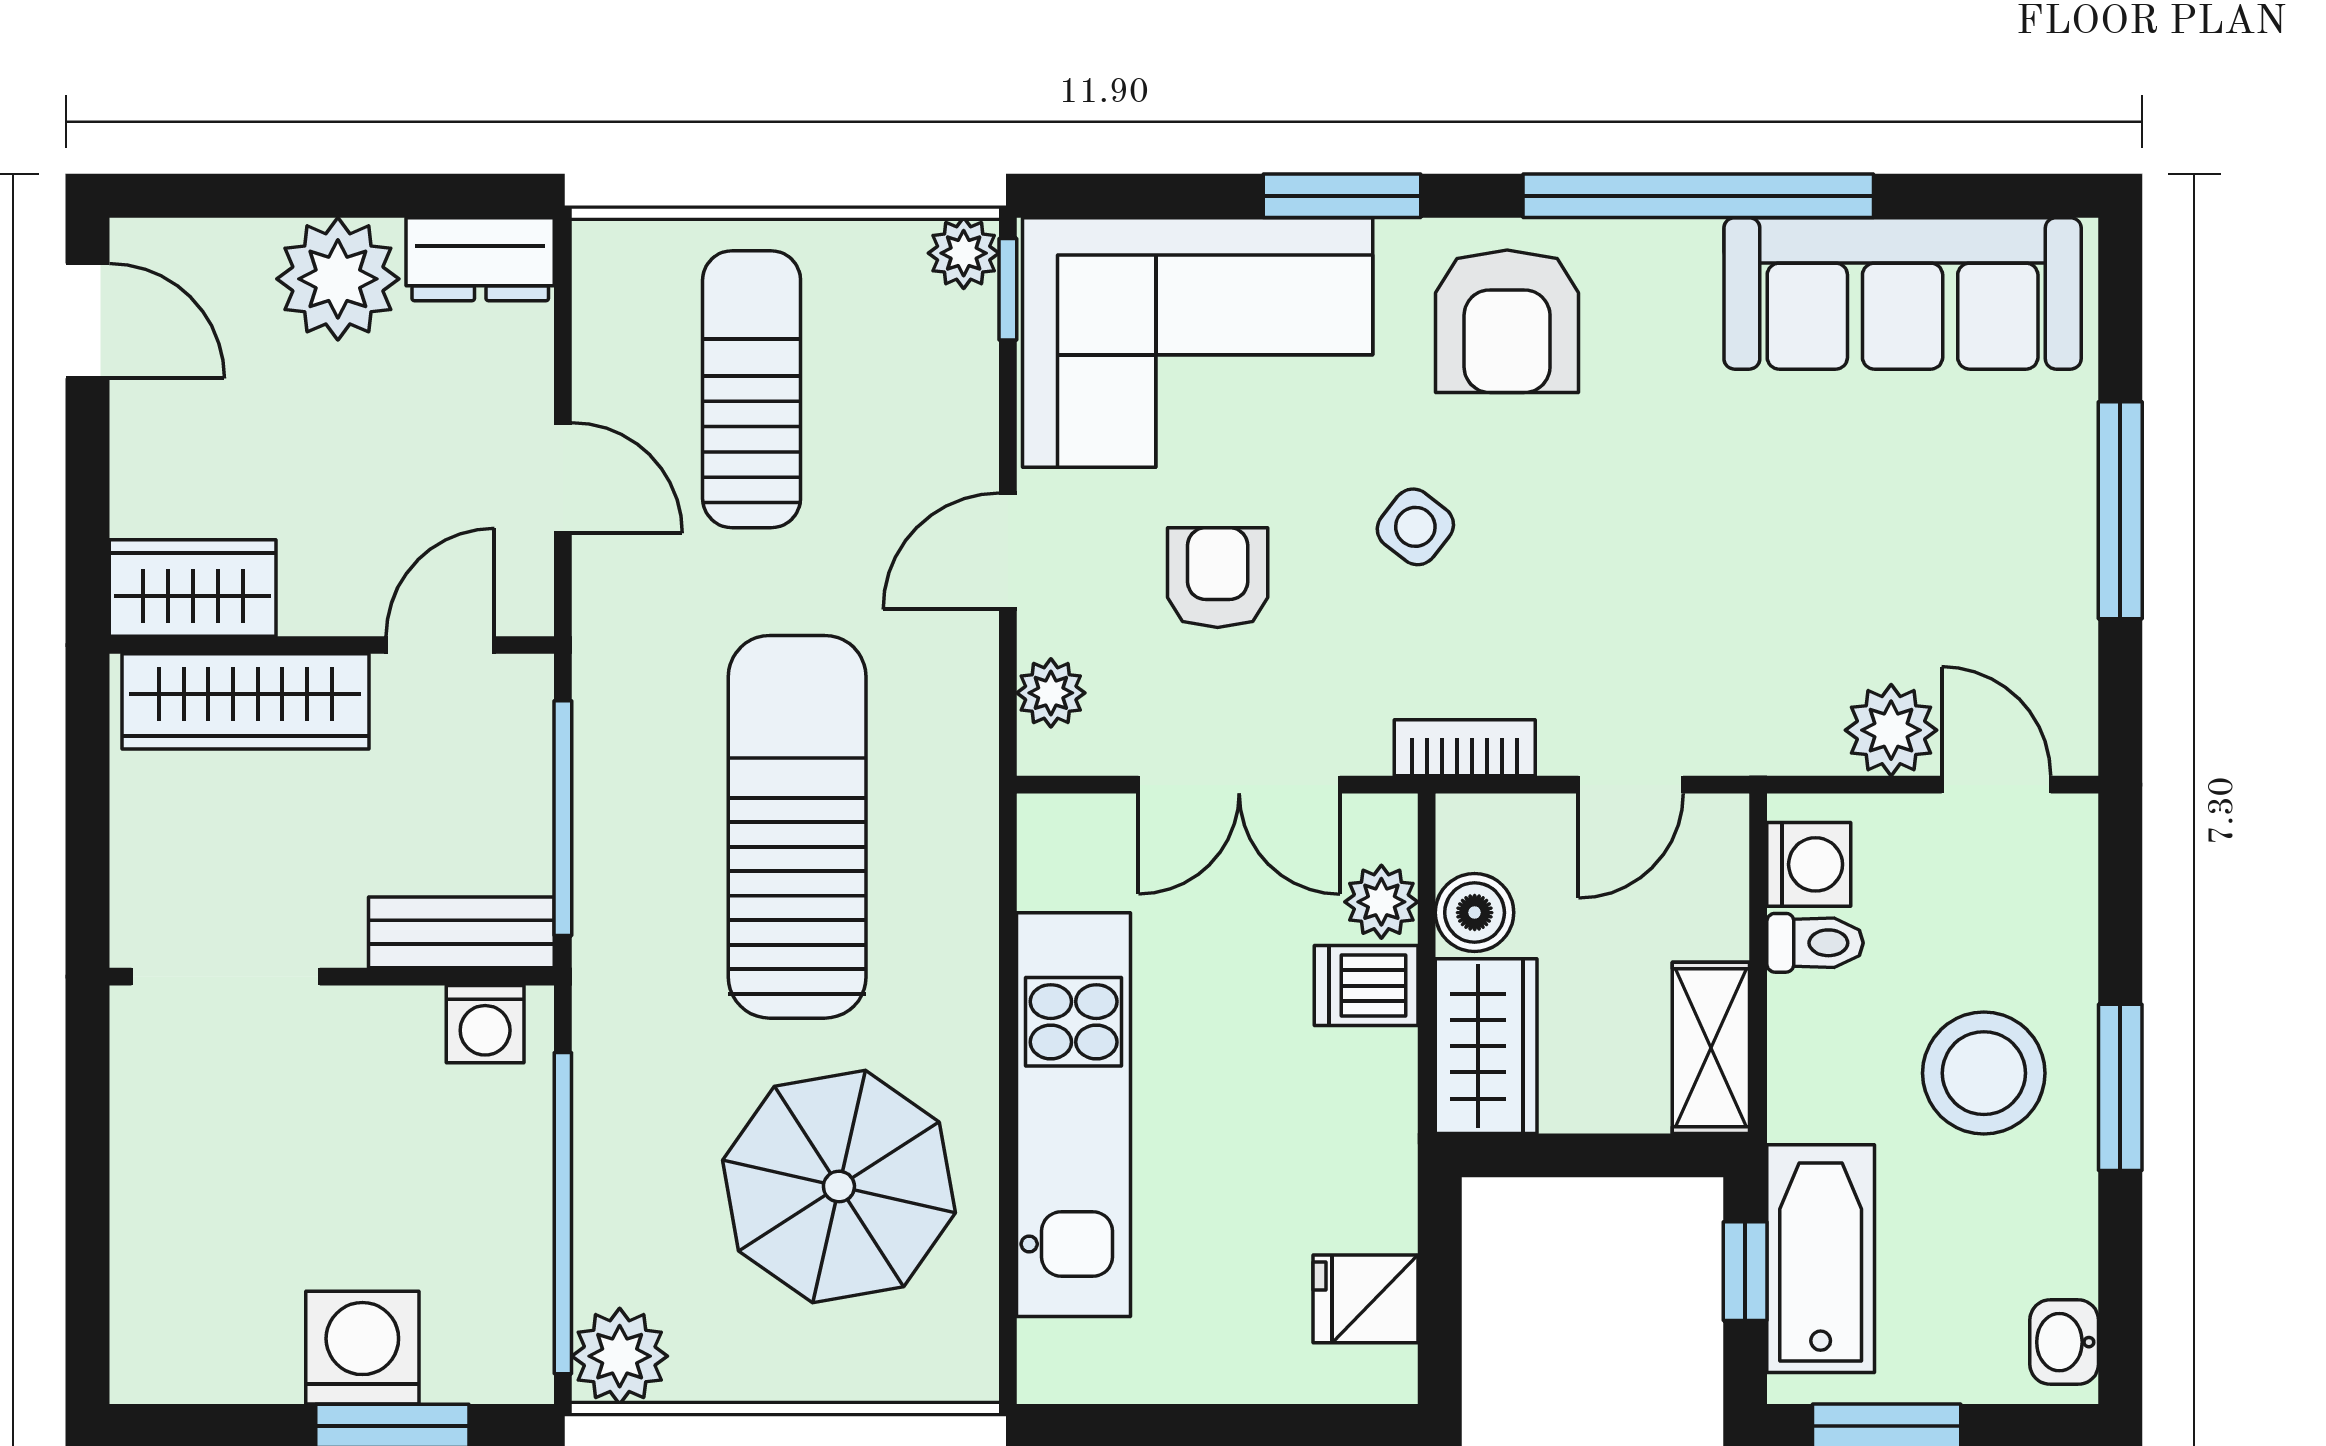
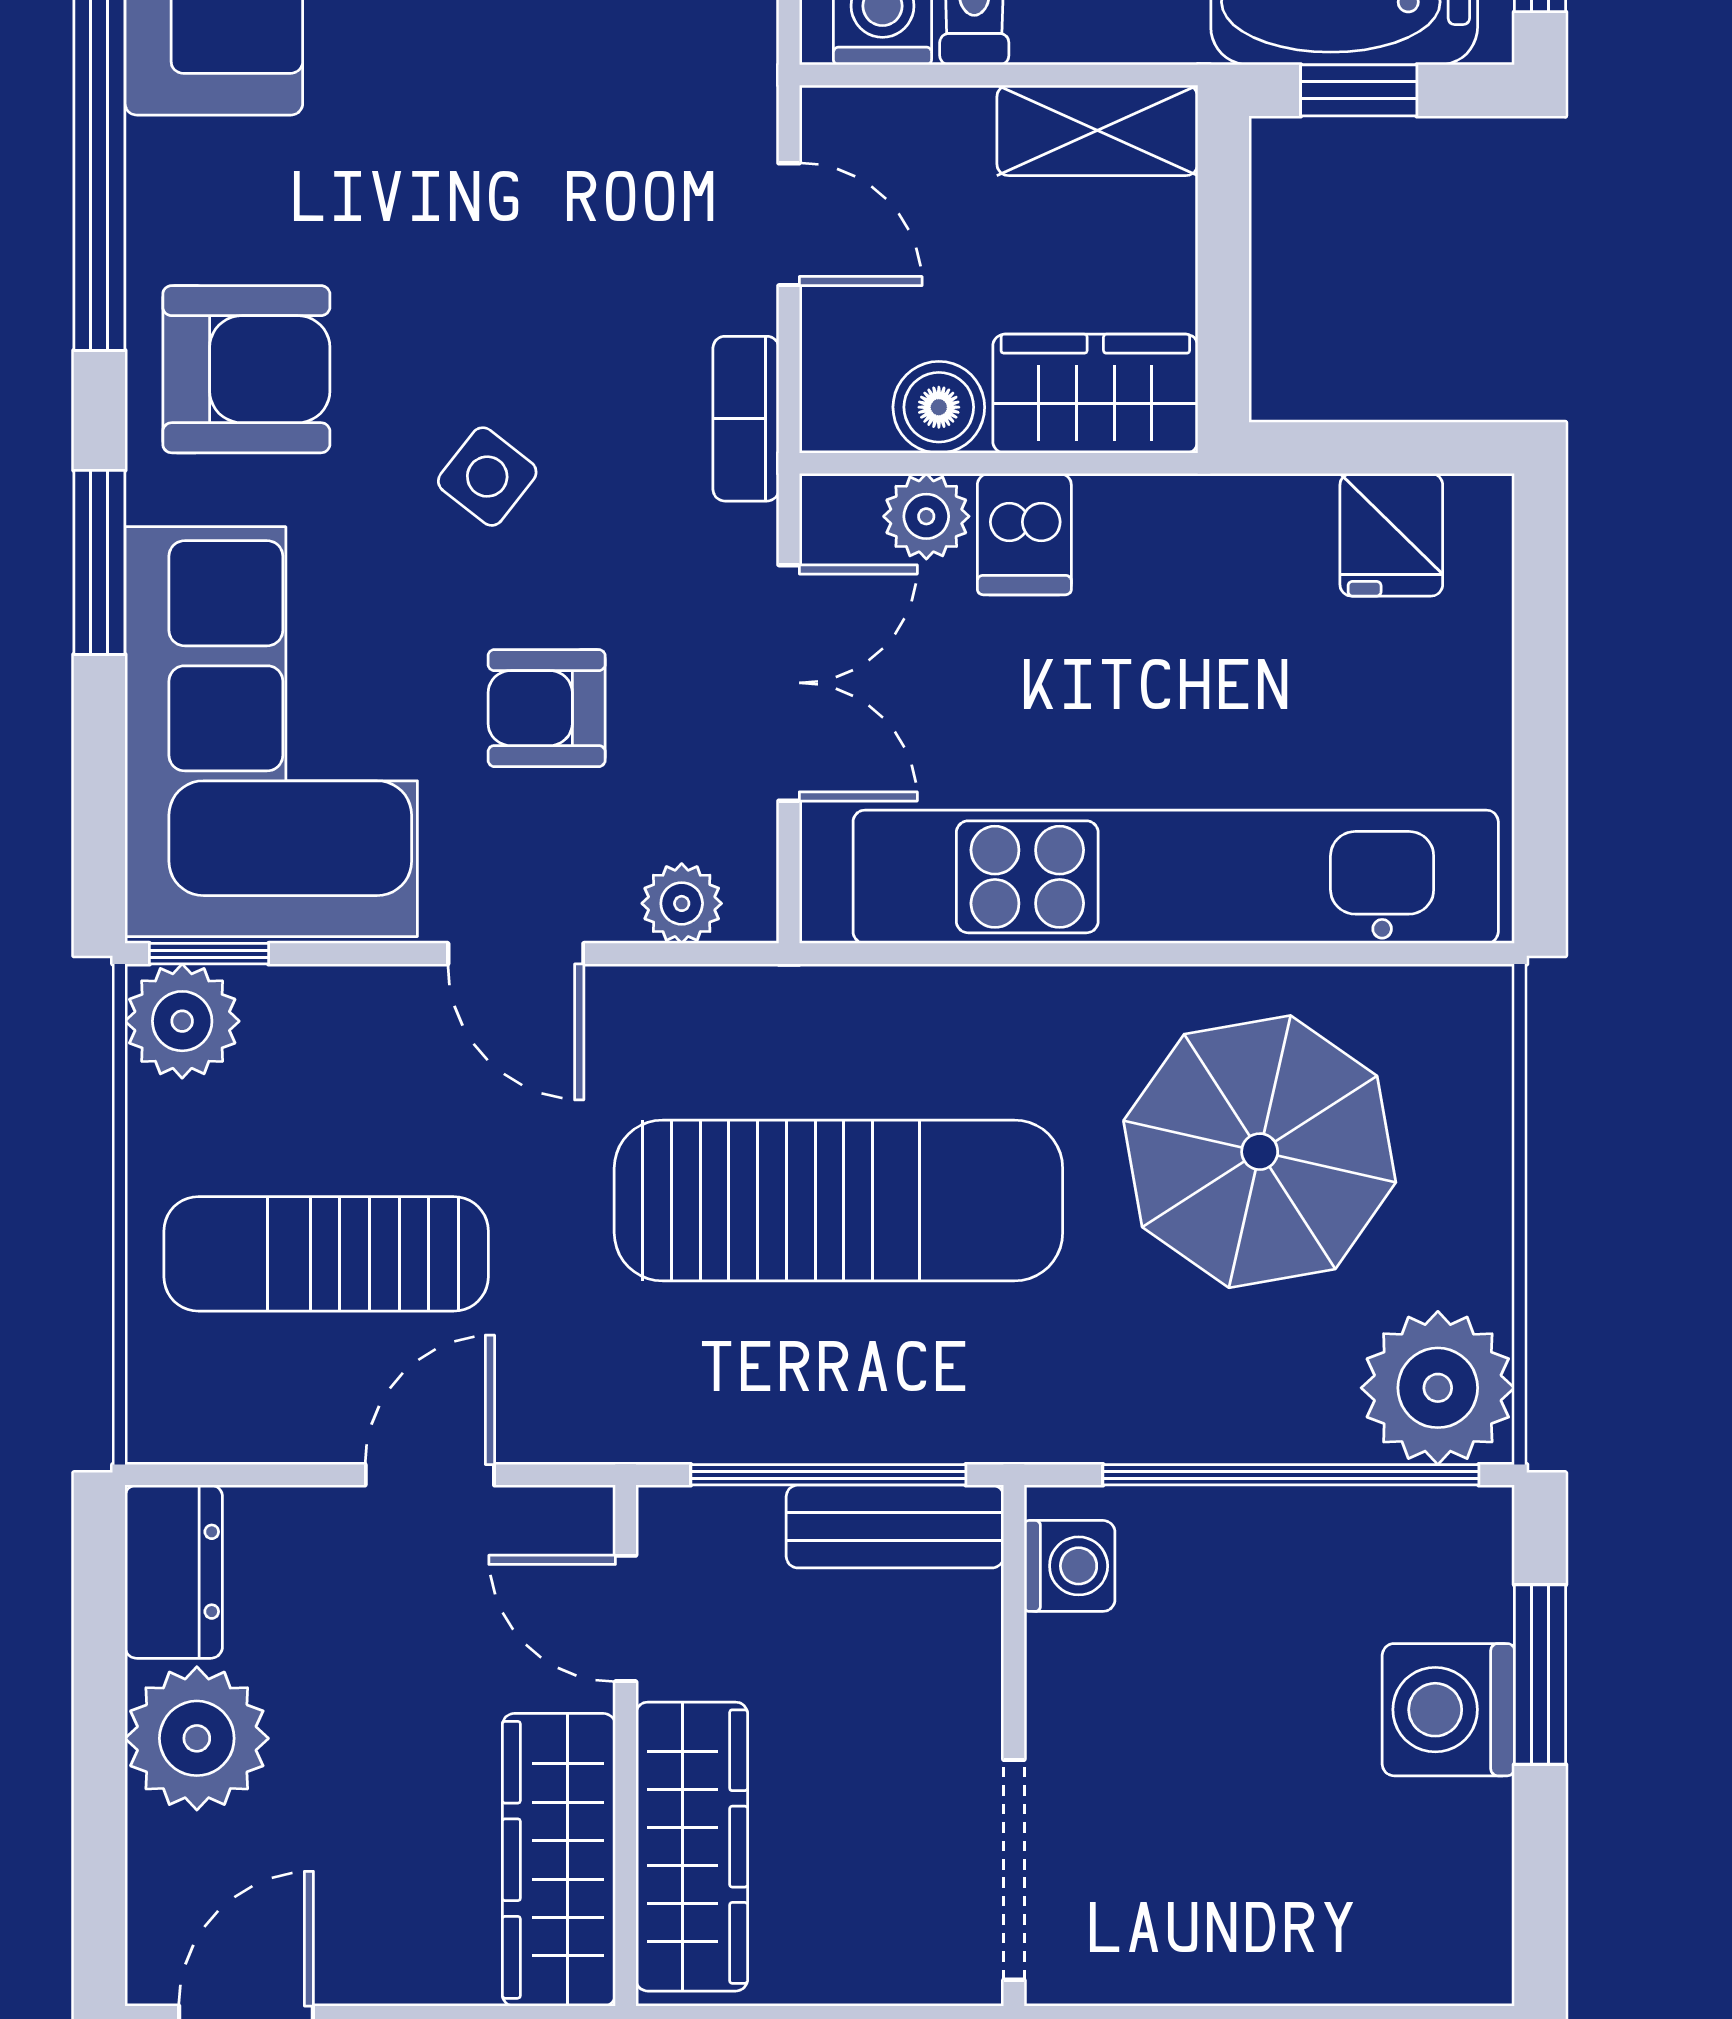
plant: (964, 253) -> (182, 1021), width x1.38, depth x1.38
wardrobe: (193, 588) -> (559, 1860), width x1.50
sun lounger: (797, 827) -> (838, 1200), turned 180
bench: (461, 932) -> (895, 1526), moved, turned 90
kitchen unit: (1074, 1115) -> (1176, 877), width x1.36
plant: (620, 1356) -> (1438, 1388), width x1.36, depth x1.36

